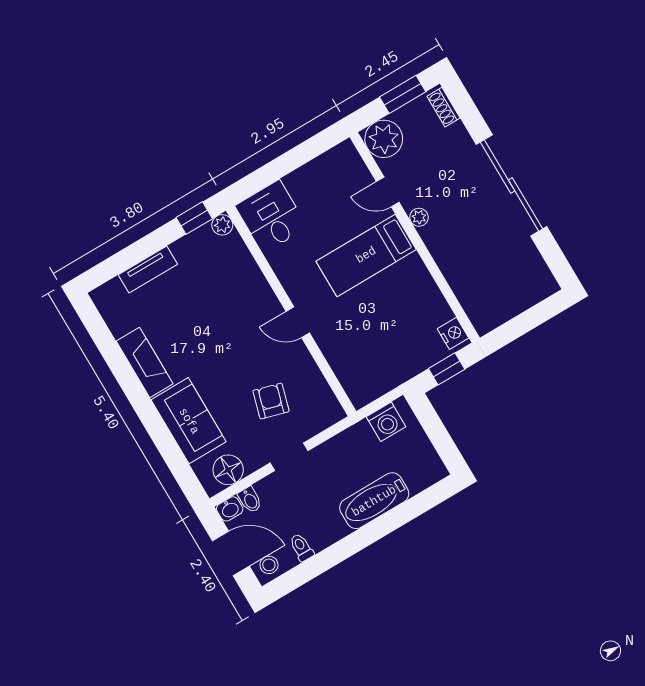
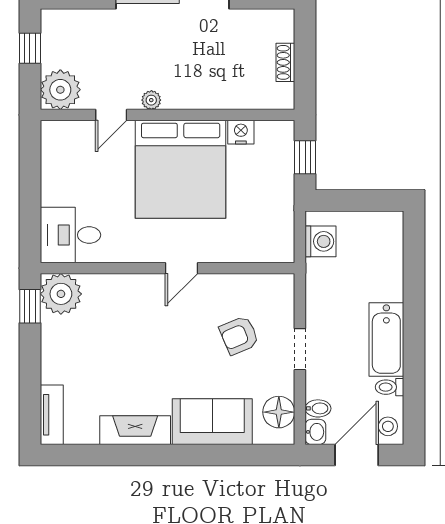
window: (403, 94) -> (30, 48), width x0.67
shoe rack: (444, 107) -> (285, 62), moved, turned 90
plant: (222, 225) -> (61, 294), width x1.87, depth x1.87
bed: (366, 255) -> (181, 169), width x2.04
tv unit: (148, 269) -> (52, 415), moved
nightstand: (453, 333) -> (241, 132), moved
armchair: (271, 401) -> (239, 335), turned -39
bathtub: (374, 501) -> (386, 340), moved

